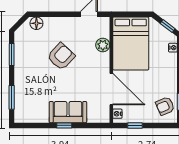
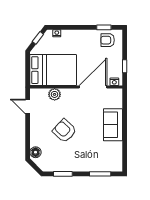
armchair: (165, 106) -> (108, 40), turned 113
window: (64, 125) -> (125, 128), removed

